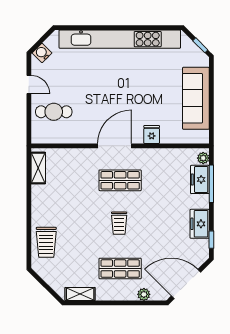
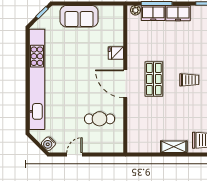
sofa: (196, 98) -> (79, 16), width x0.73
cafe table: (54, 112) -> (100, 119), moved, turned 90
shelving: (38, 168) -> (174, 147), moved
freezer: (200, 224) -> (178, 13), moved

